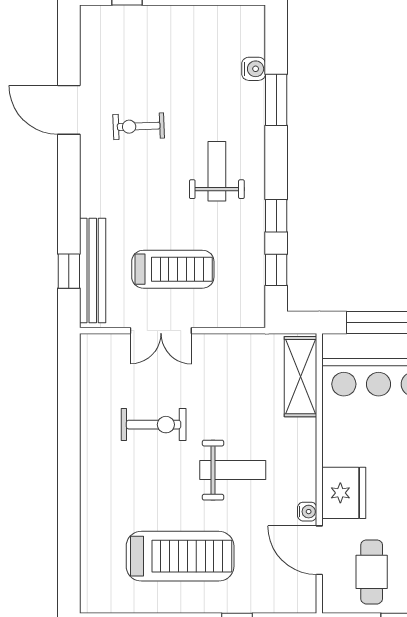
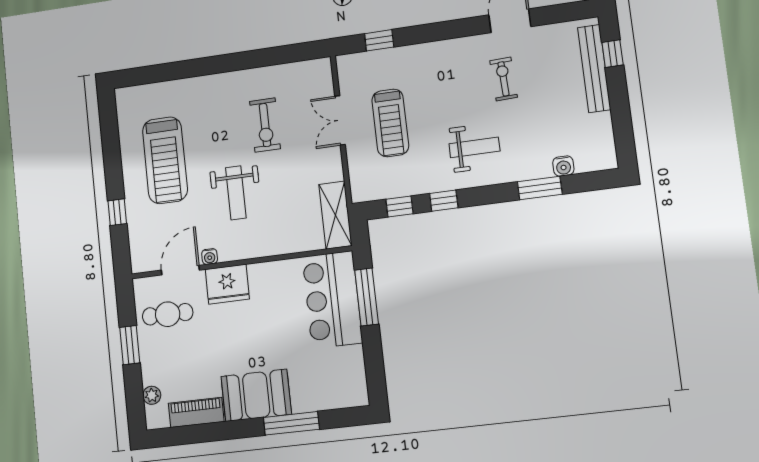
bench: (93, 271) -> (594, 68), moved, turned 90
shelving: (301, 377) -> (335, 215), moved, turned 90

